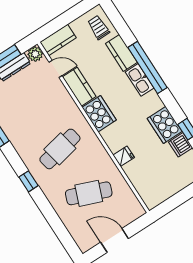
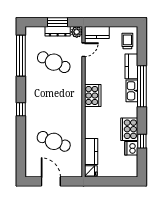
door: (56, 69) -> (83, 50), hinge flipped
kitchen counter: (79, 87) -> (91, 152), moved
cafe table: (60, 149) -> (54, 62), moved, turned 36
fridge: (124, 156) -> (91, 171), moved

